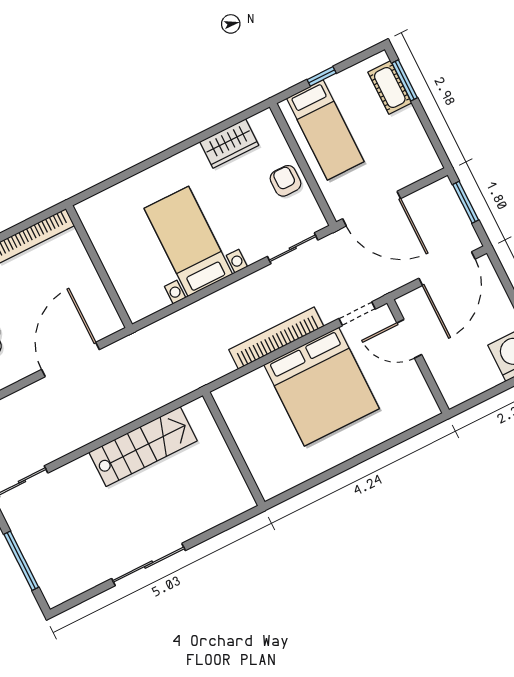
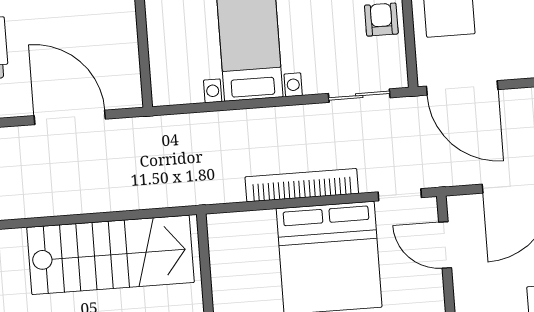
door: (70, 360) -> (70, 117), hinge flipped
stairs: (143, 446) -> (111, 255), width x1.36, depth x1.51

